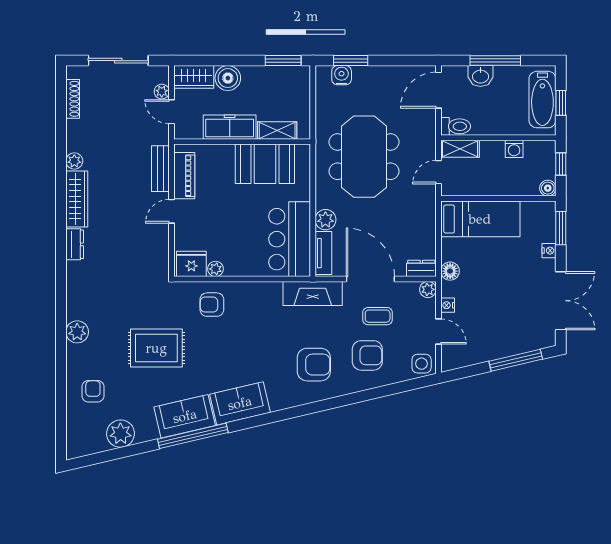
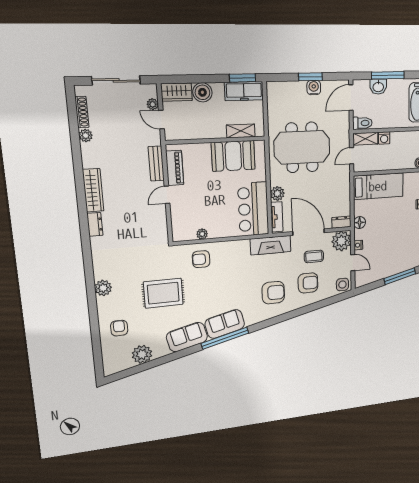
window: (351, 61) -> (310, 77), moved
water cooler: (342, 75) -> (314, 88), moved
freezer: (230, 127) -> (244, 91), moved, turned 180
washing machine: (514, 149) -> (384, 138), moved
meeting table: (364, 157) -> (302, 147), turned 90
plant: (74, 161) -> (86, 135), moved
fridge: (191, 264) -> (184, 232), removed
plant: (428, 289) -> (341, 241), width x1.88, depth x1.88
window: (193, 436) -> (225, 338), moved

